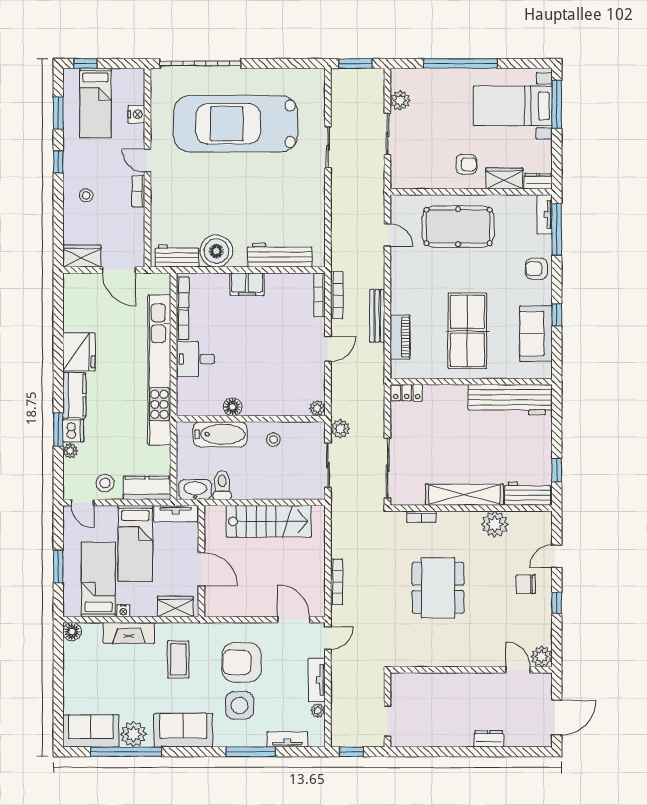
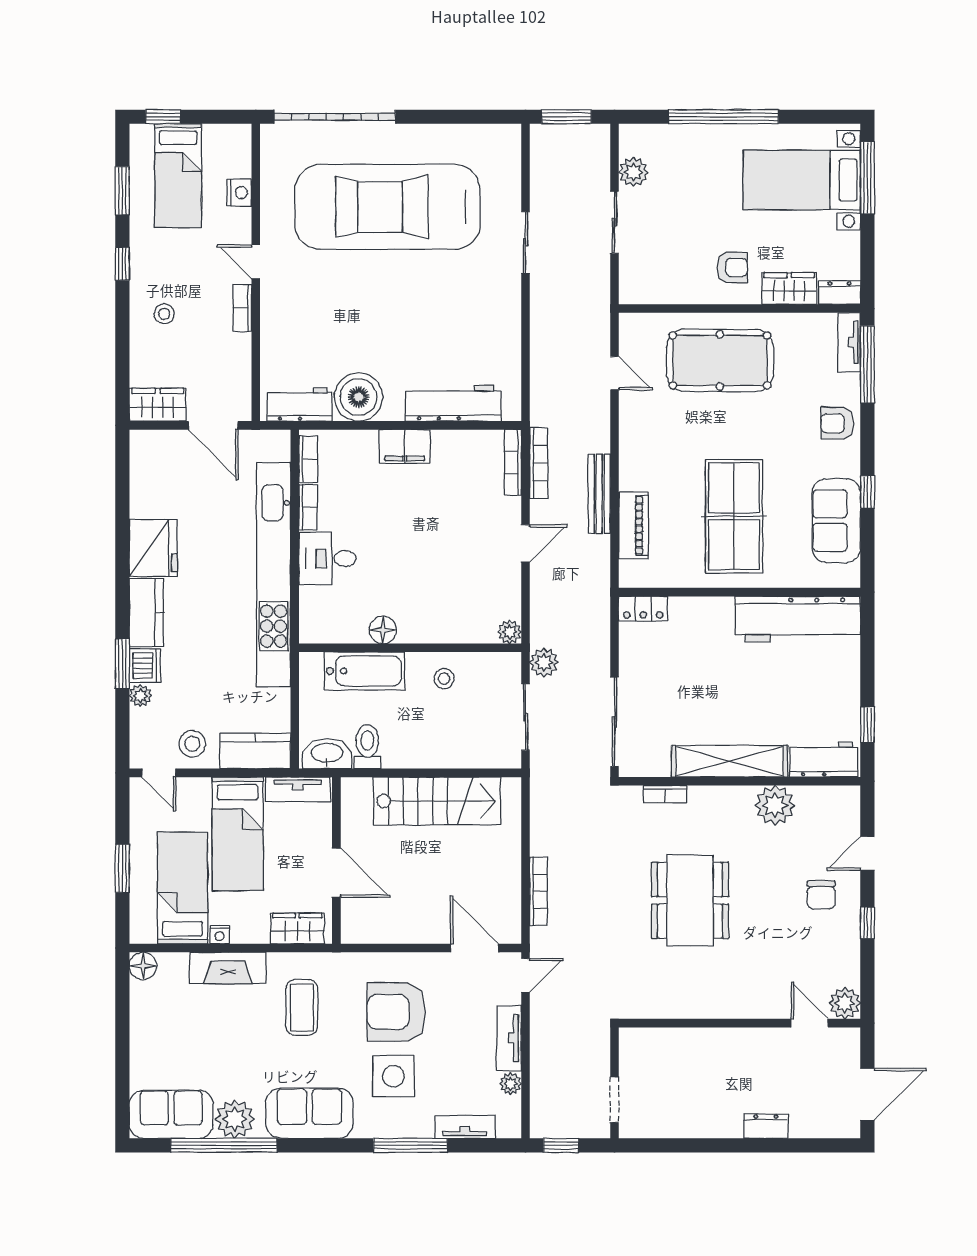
chair: (526, 584) -> (821, 895), turned -90

